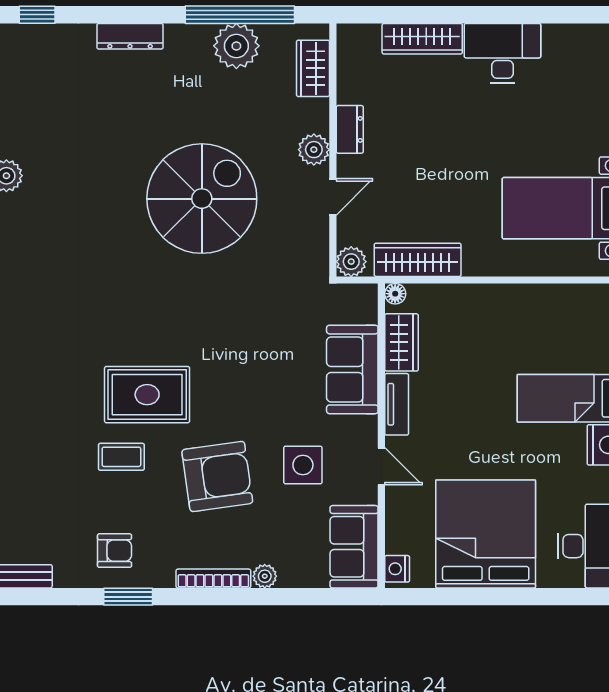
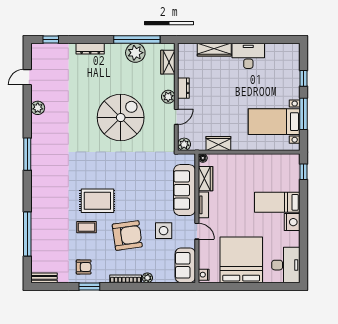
wardrobe: (418, 260) -> (218, 144), width x0.67
sofa: (352, 369) -> (185, 190), width x1.36

